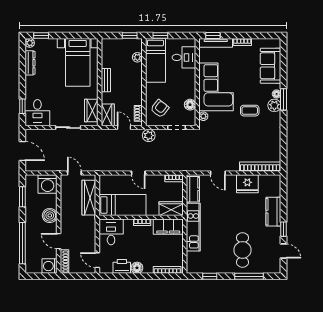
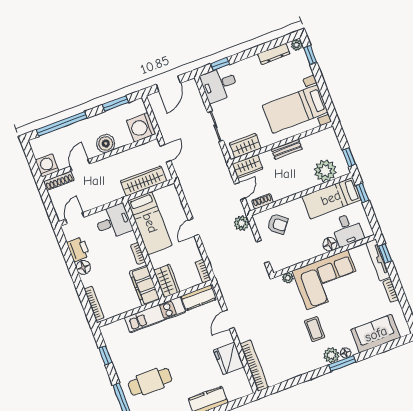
plant: (137, 57) -> (325, 171), width x1.87, depth x1.87
floor lamp: (190, 105) -> (330, 244), moved

